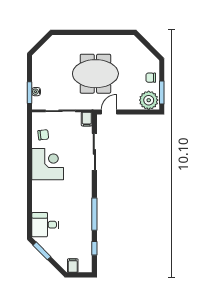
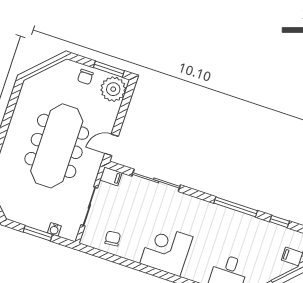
meeting table: (95, 74) -> (57, 146), width x1.36
window: (30, 93) -> (38, 233), moved
door: (109, 112) -> (111, 145), hinge flipped
corner desk: (48, 164) -> (166, 250), moved

